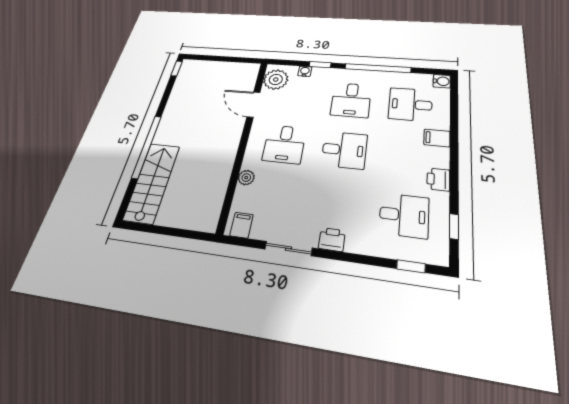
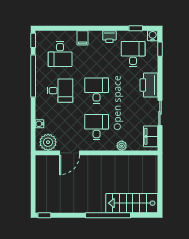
window: (320, 65) -> (33, 40), moved
water cooler: (442, 81) -> (153, 36), moved
desk: (284, 144) -> (97, 127), turned -90
filing cabinet: (242, 225) -> (151, 136), width x2.00
printer: (332, 239) -> (149, 85), width x1.87, depth x1.48

